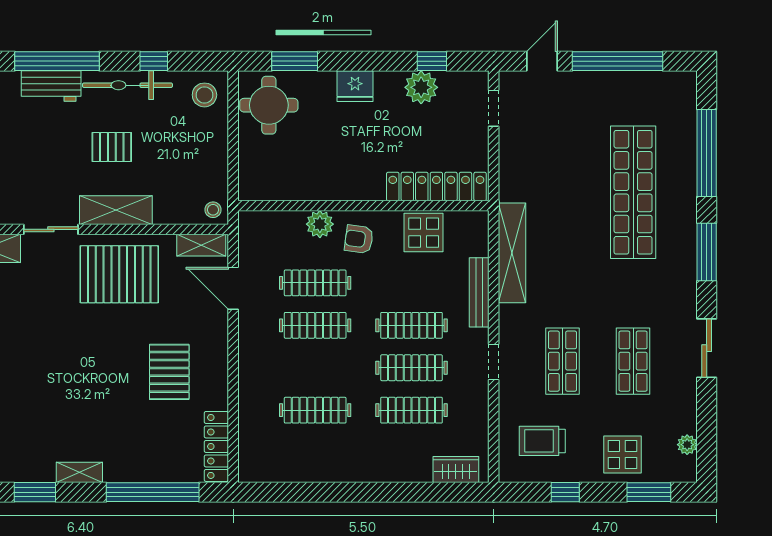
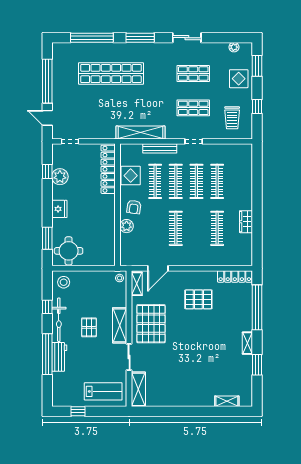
clothes rail: (315, 283) -> (155, 181), moved
wardrobe: (456, 470) -> (246, 222), moved

